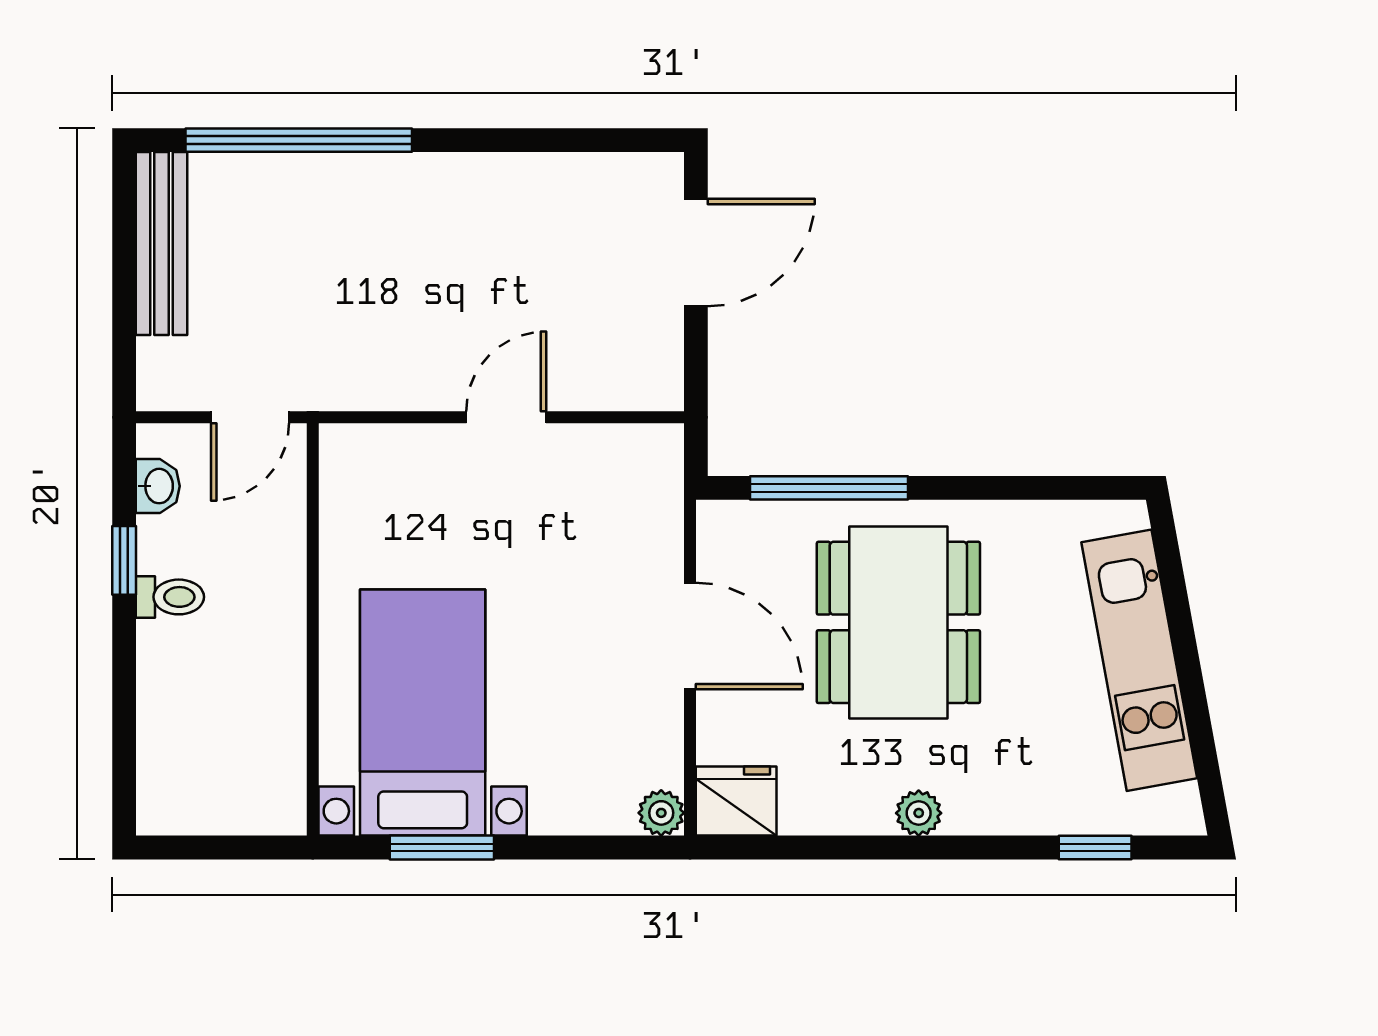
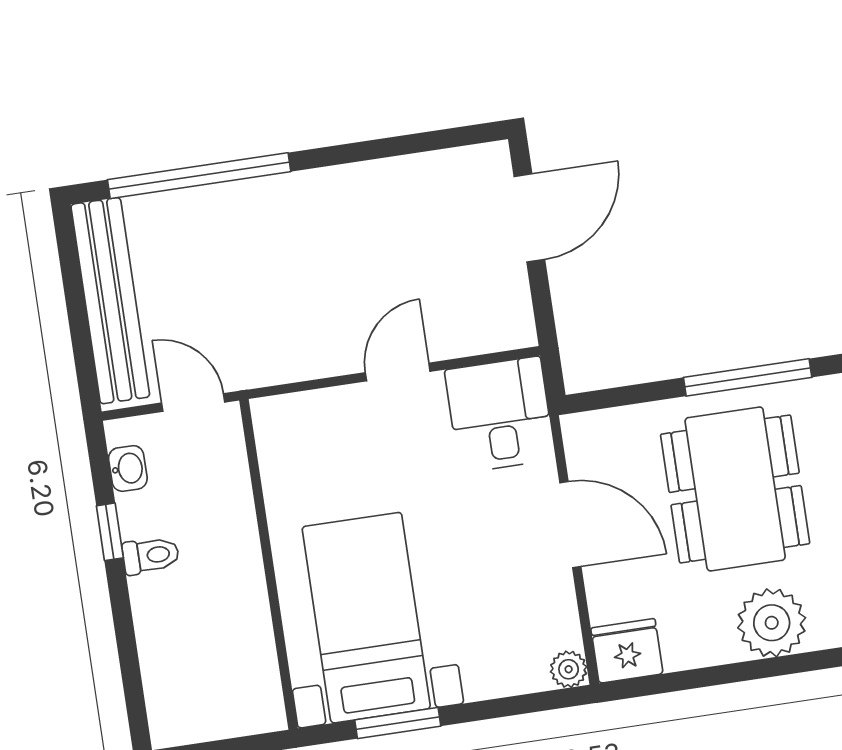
bench: (161, 244) -> (110, 301), width x1.37, depth x1.21
door: (250, 417) -> (193, 403), swing flipped
desk: (624, 488) -> (500, 415), added
window: (829, 488) -> (748, 377), moved
plant: (919, 813) -> (772, 623), width x1.87, depth x1.87

